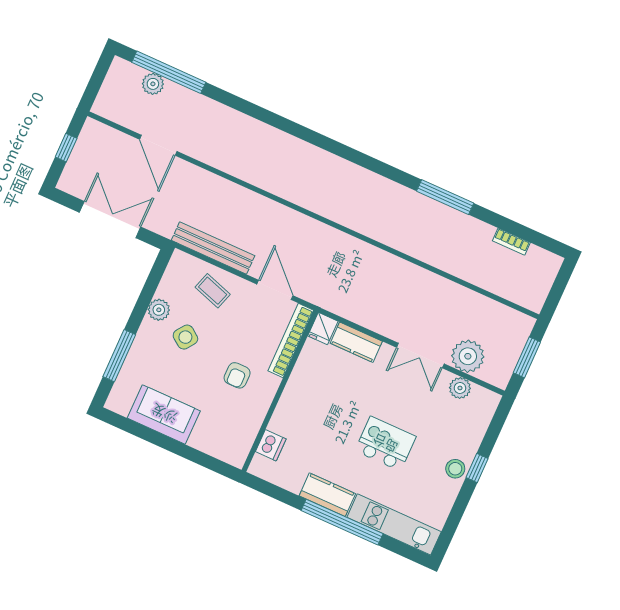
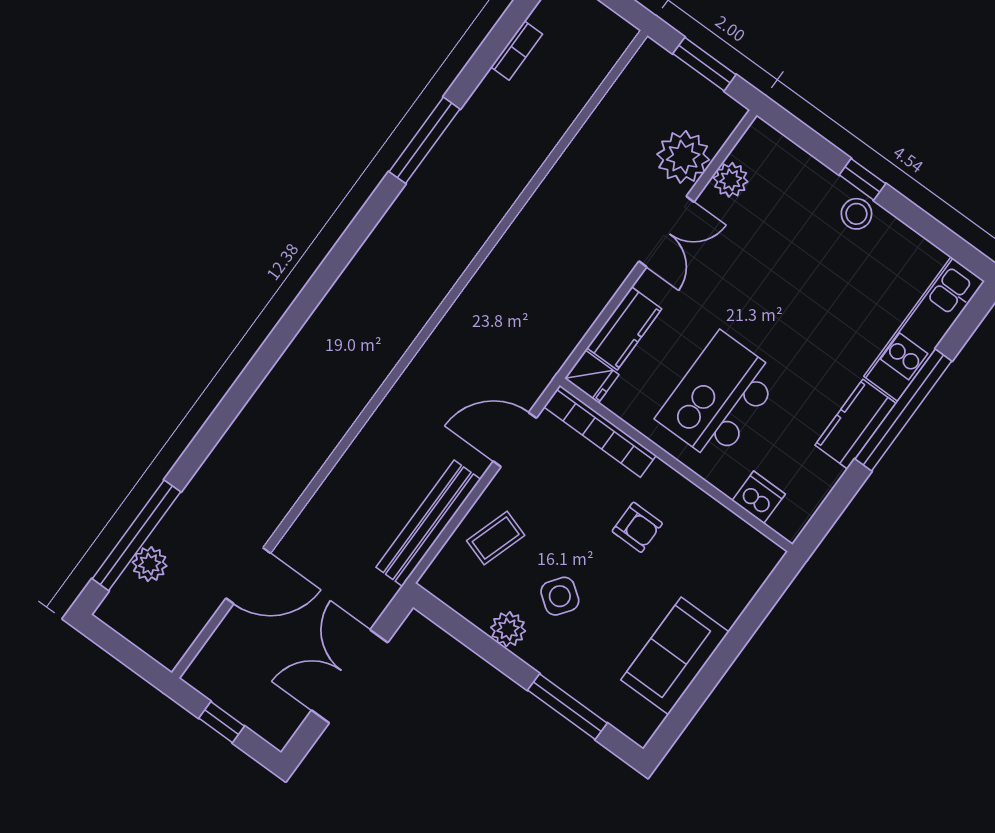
kitchen island: (385, 444) -> (719, 397), moved, width x1.37, depth x1.28

